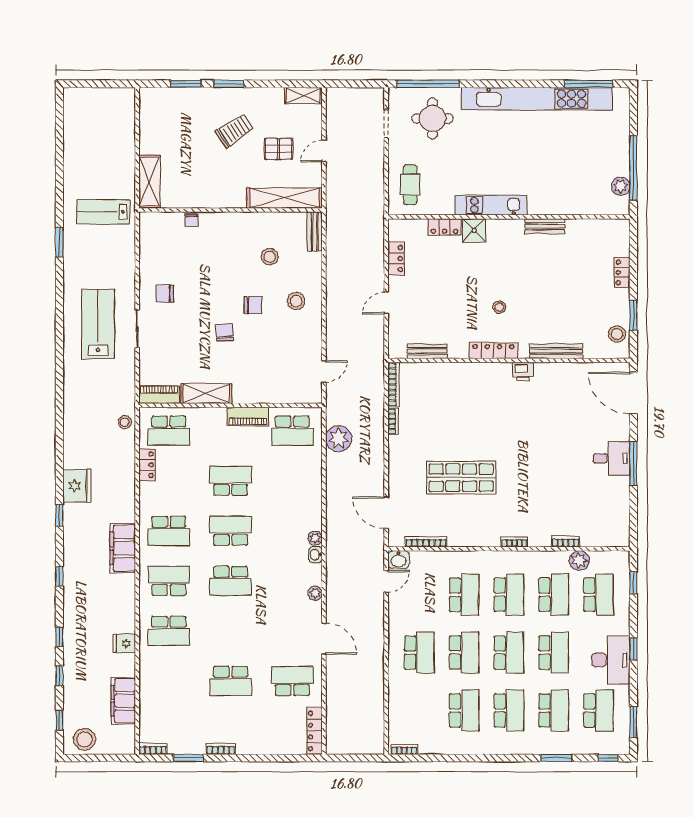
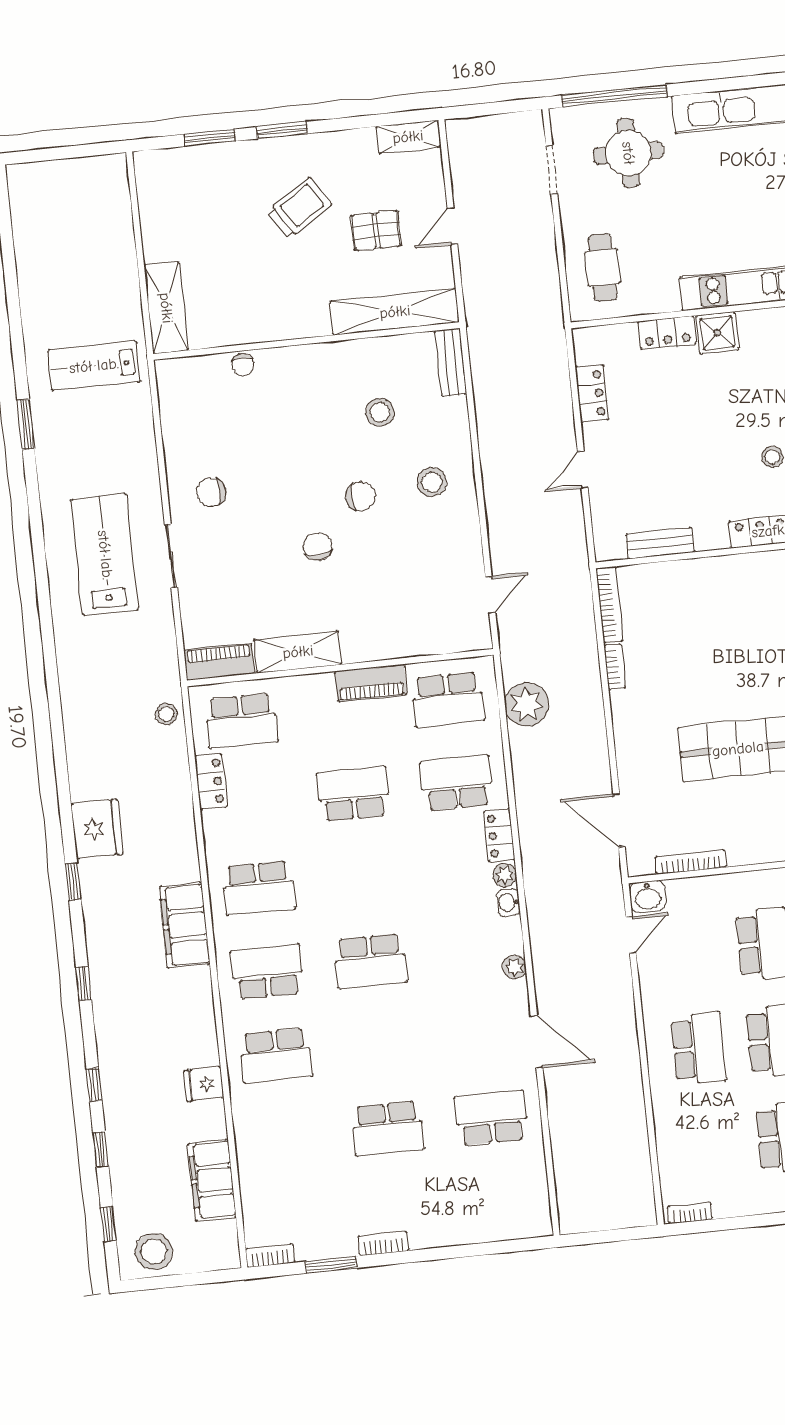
school desk: (231, 531) -> (457, 783), moved
locker: (314, 731) -> (499, 835), moved, width x0.66

